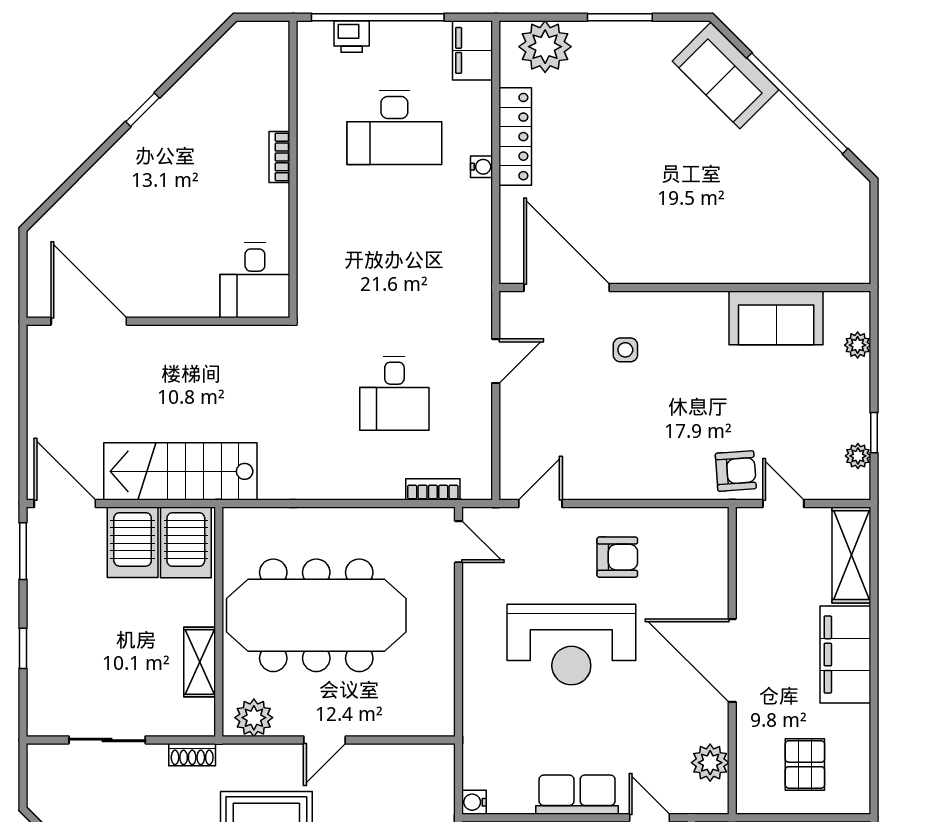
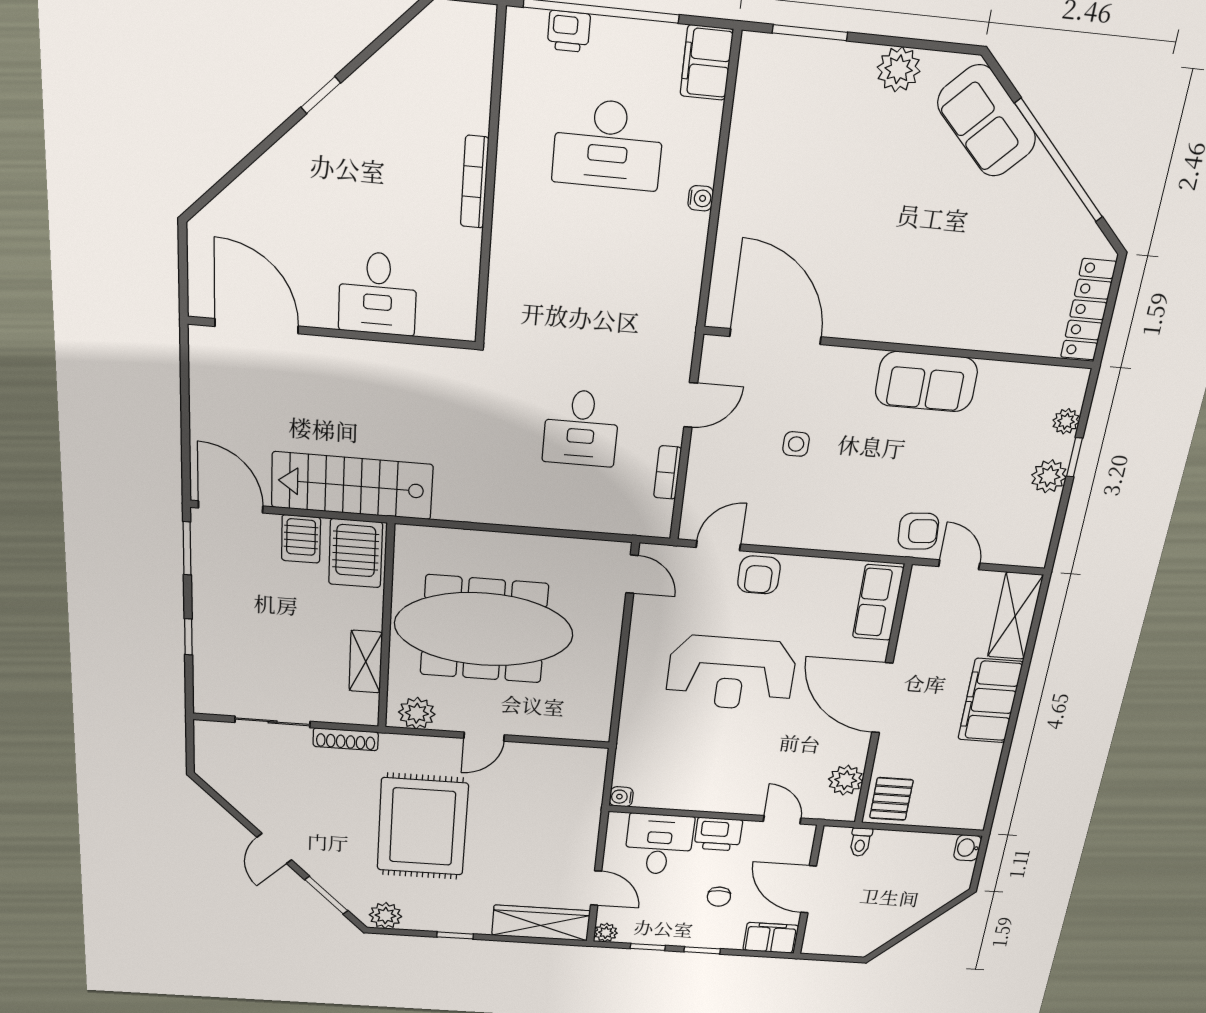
window: (620, 17) -> (810, 33), moved
plant: (545, 47) -> (899, 69), moved, width x0.73, depth x0.73
locker: (515, 137) -> (1088, 310), moved, turned 180
bookcase: (279, 157) -> (475, 182), width x1.56
desk: (255, 280) -> (378, 293), moved
sofa: (776, 318) -> (926, 382), moved
side table: (625, 350) -> (796, 444), moved
window: (874, 433) -> (1075, 457), moved
plant: (858, 456) -> (1049, 476), moved, width x1.38, depth x1.38
bookcase: (433, 489) -> (668, 472), moved, turned -90
server rack: (133, 542) -> (301, 539), width x0.73, depth x0.70
armchair: (617, 557) -> (759, 575), moved, turned 90
shoe rack: (192, 755) -> (346, 739), width x1.43
pallet: (805, 764) -> (891, 799), moved
row of seats: (577, 795) -> (878, 603), moved, turned -90

